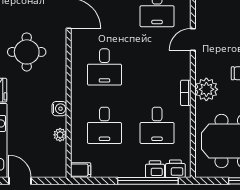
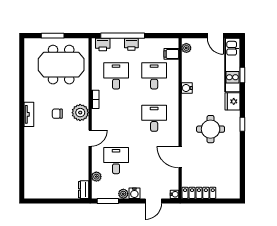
plant: (206, 89) -> (80, 113), moved
plant: (60, 135) -> (186, 48), moved
printer: (155, 169) -> (131, 44), moved
filing cabinet: (81, 170) -> (171, 54), moved

